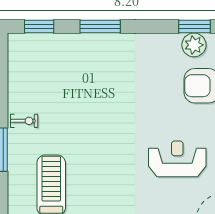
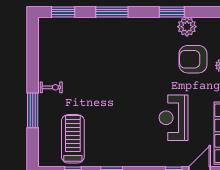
window: (195, 27) -> (172, 12), moved
reception desk: (177, 159) -> (174, 118), turned -90

